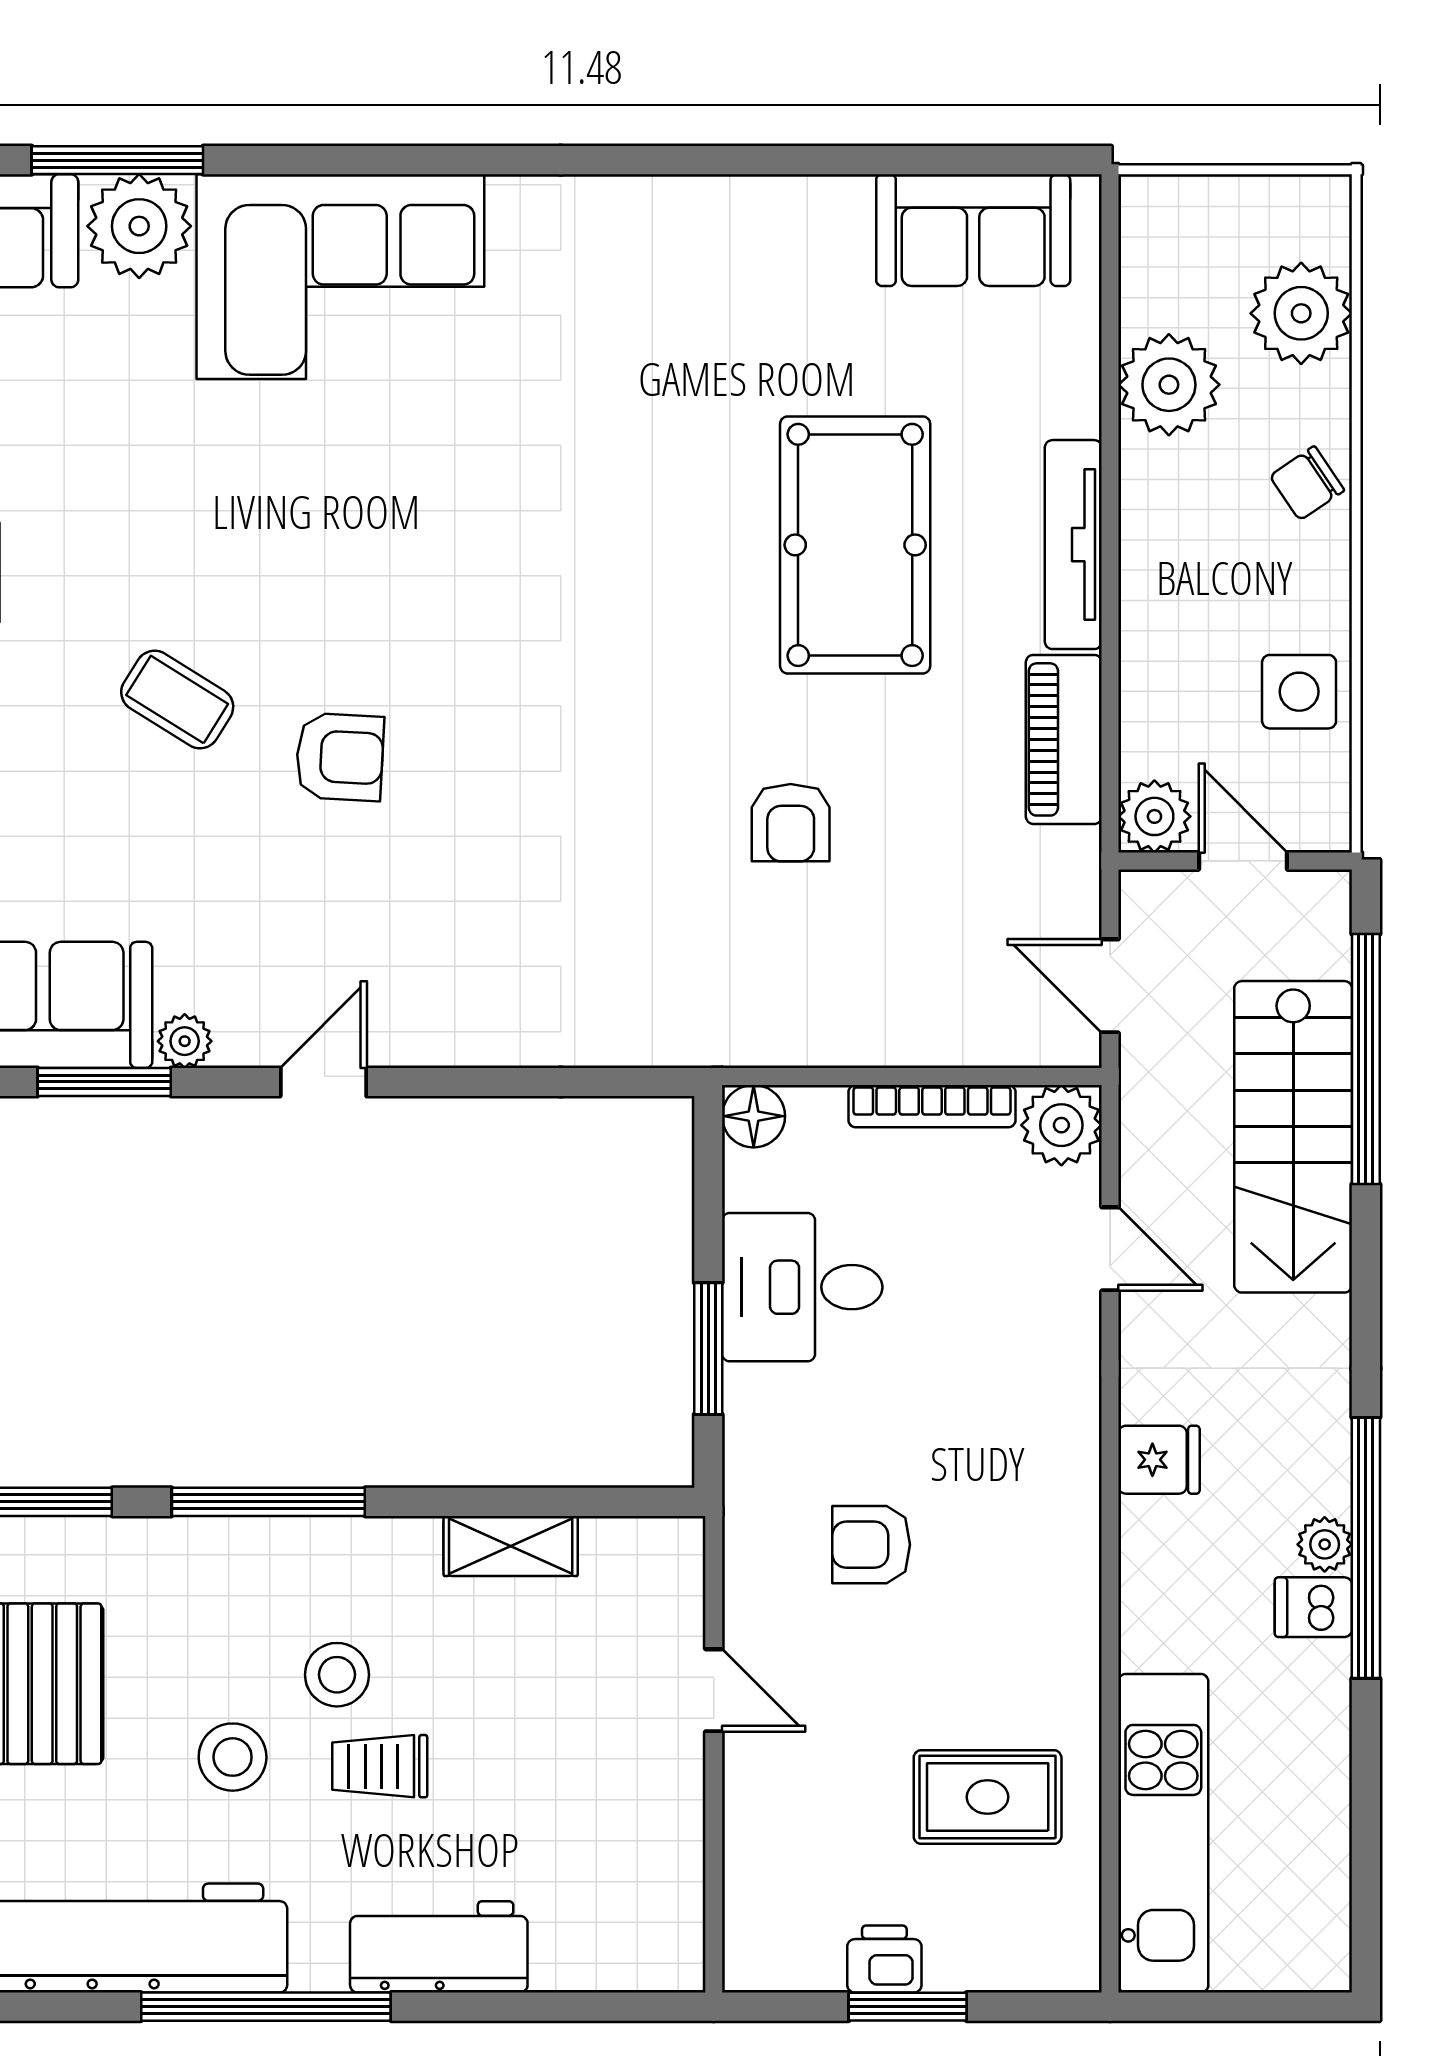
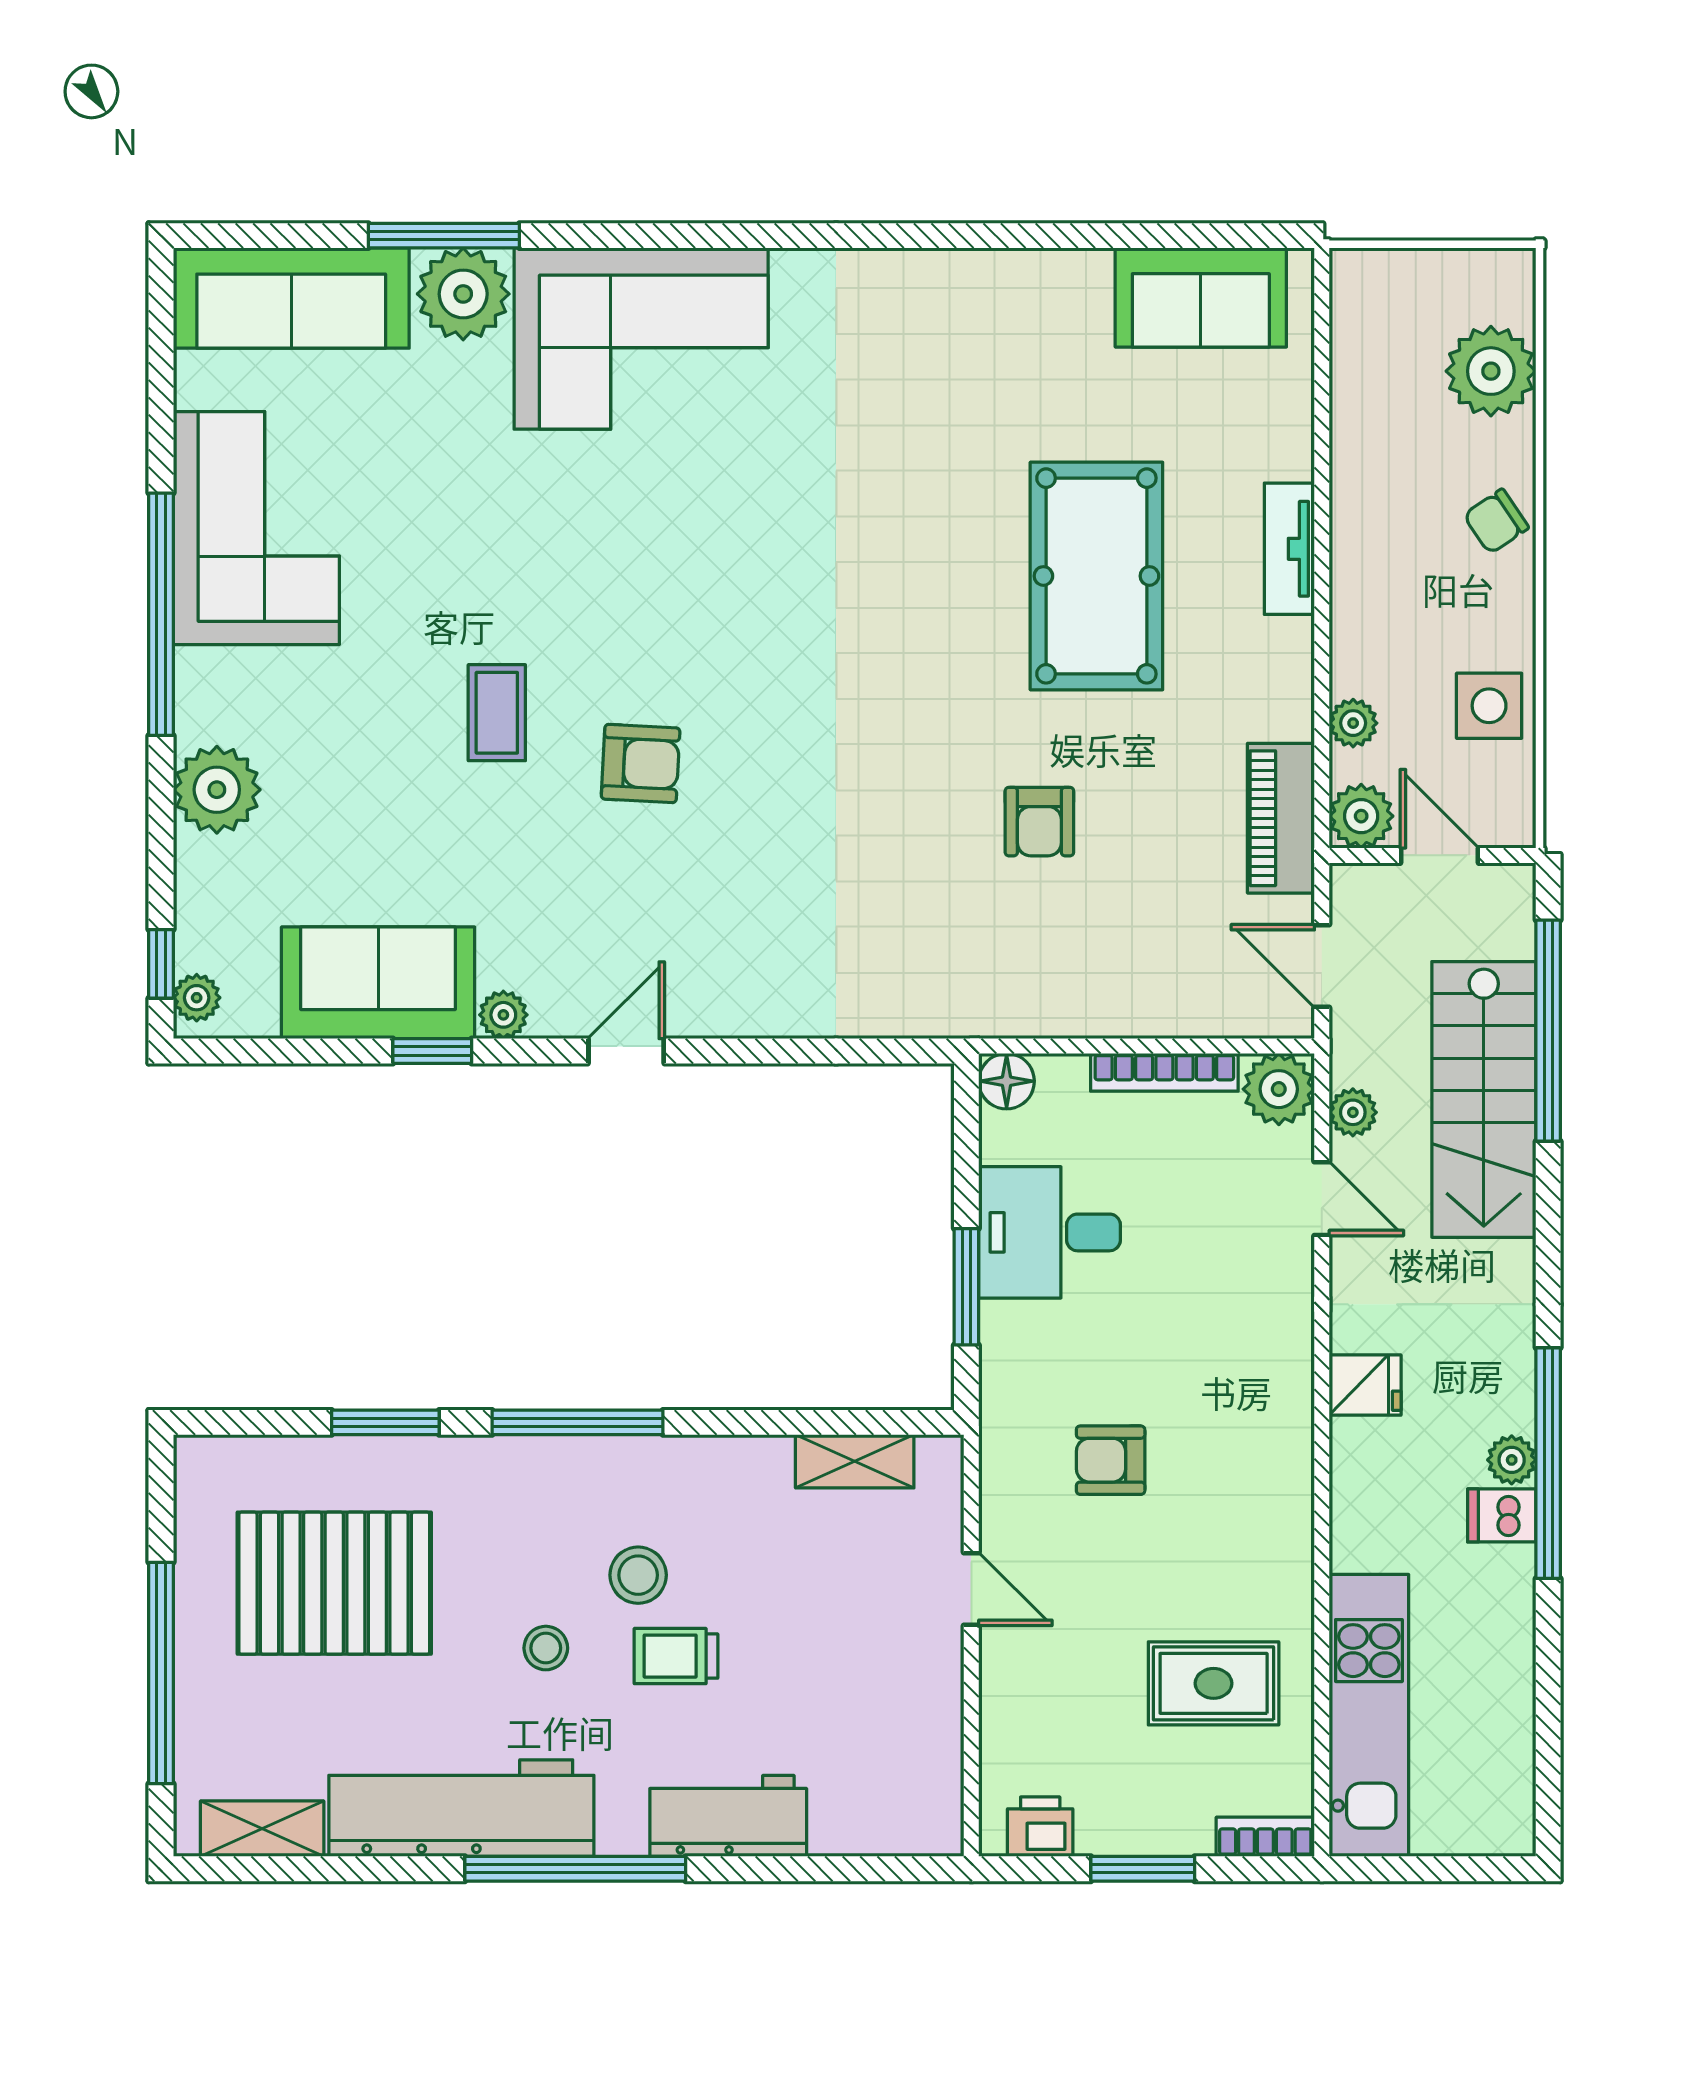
plant: (1169, 385) -> (1353, 723), moved, width x0.53, depth x0.53
tv unit: (1073, 545) -> (1289, 549), width x0.71
coffee table: (177, 700) -> (497, 713), turned 58
piano: (1064, 739) -> (1281, 818), moved
window: (104, 1082) -> (432, 1051), width x0.67
plant: (1145, 1151) -> (1353, 1112), added
shelving: (511, 1546) -> (855, 1461), moved
stool: (233, 1757) -> (546, 1648), width x0.73, depth x0.73
printer: (884, 1959) -> (1040, 1827), moved
bookcase: (1046, 1970) -> (1265, 1837), added

